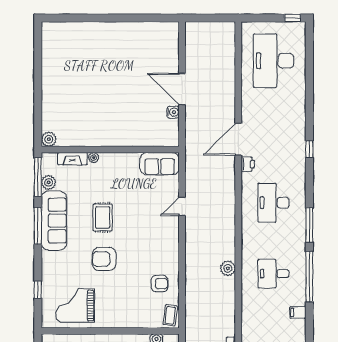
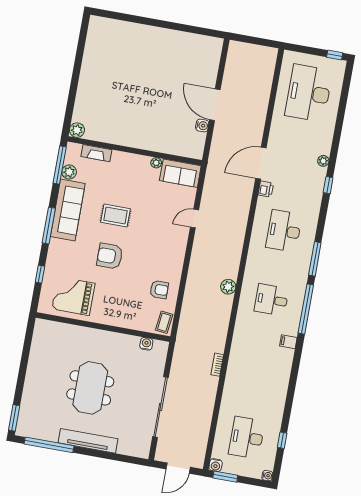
plant: (300, 126) -> (323, 161), added
plant: (94, 158) -> (156, 163), moved
rug: (103, 217) -> (116, 215), turned 90
window: (38, 226) -> (49, 226), moved

